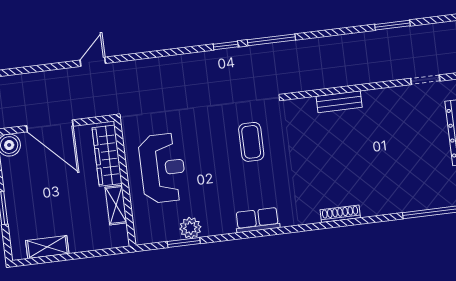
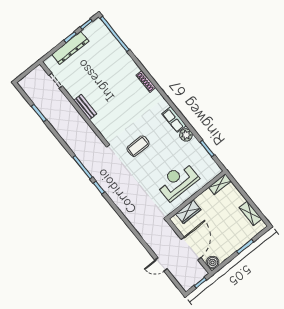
door: (93, 62) -> (161, 264), moved
bench: (339, 102) -> (85, 107), moved
wardrobe: (107, 156) -> (188, 212), width x0.67
shelving: (116, 205) -> (220, 184), moved
plant: (190, 228) -> (186, 135), moved

